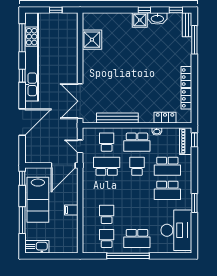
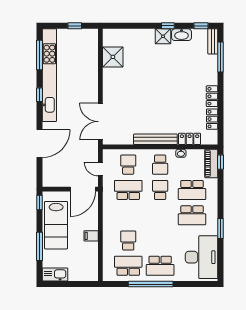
bench: (117, 118) -> (155, 139), moved
school desk: (137, 142) -> (160, 165), width x0.54
school desk: (107, 238) -> (128, 266), width x1.85

